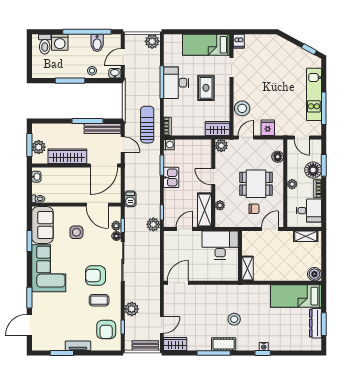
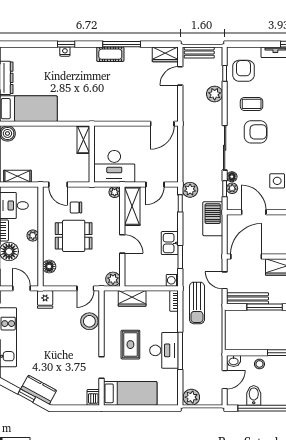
kitchen counter: (287, 48) -> (39, 390), added
window: (309, 49) -> (27, 396), moved
fridge: (268, 128) -> (45, 299), moved
wardrobe: (217, 129) -> (132, 298), moved
barbecue: (130, 199) -> (213, 219), width x1.88, depth x1.53
plant: (220, 205) -> (115, 192), moved
door: (270, 229) -> (58, 185), hinge flipped
stool: (234, 319) -> (98, 82), removed

